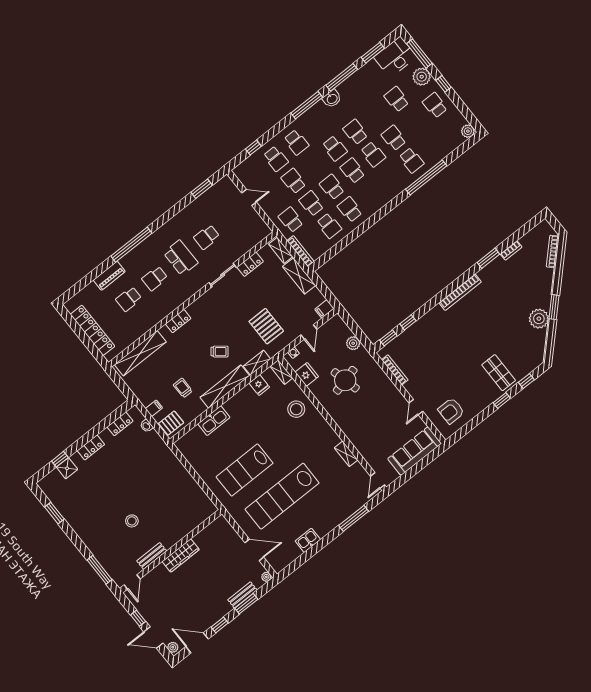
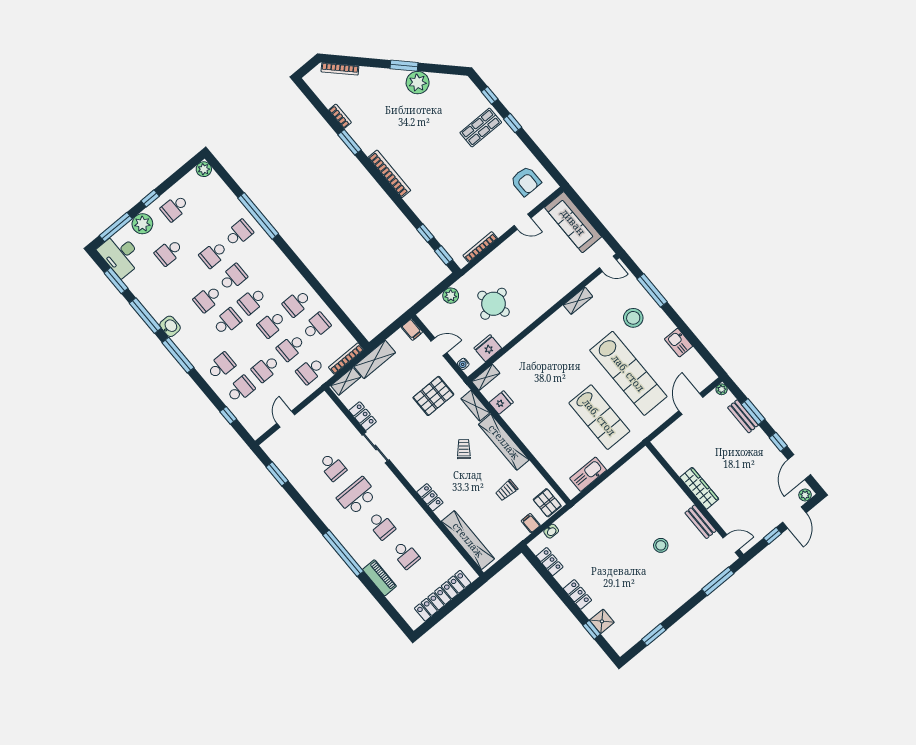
stool: (296, 409) -> (633, 318), moved
kitchen sink: (214, 421) -> (588, 474), moved, turned -90

